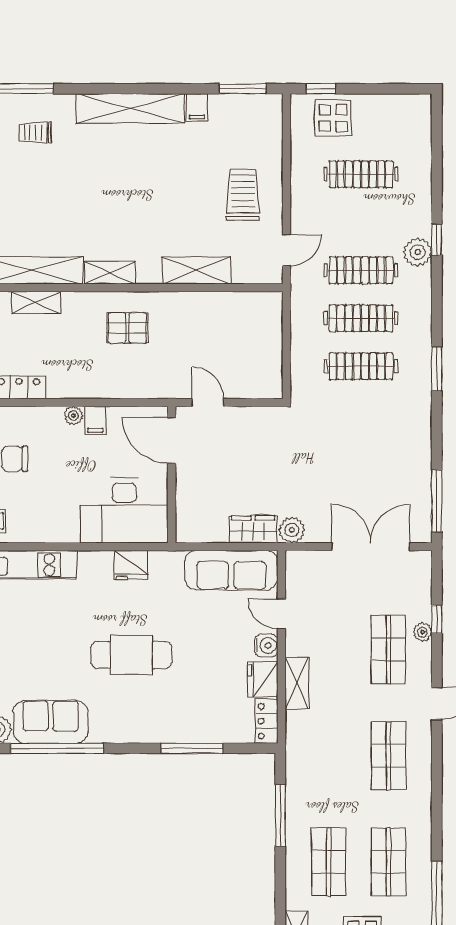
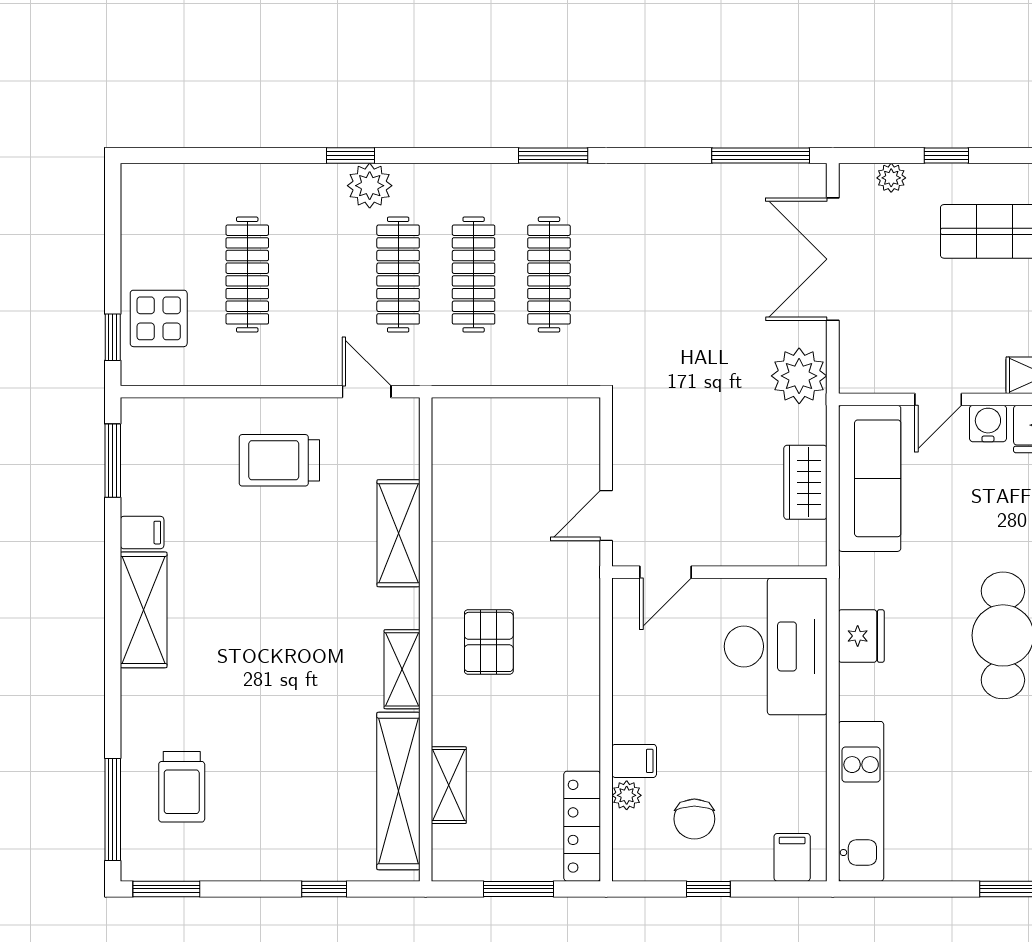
shelving: (130, 108) -> (144, 610), width x0.68
trolley: (35, 133) -> (182, 787), width x1.36, depth x1.39
plant: (73, 416) -> (627, 795), moved
filing cabinet: (95, 420) -> (634, 761), moved
door: (172, 440) -> (666, 572), width x0.73
wardrobe: (253, 529) -> (805, 482), moved
plant: (292, 530) -> (799, 376), width x1.36, depth x1.36
plant: (423, 632) -> (891, 178), moved

